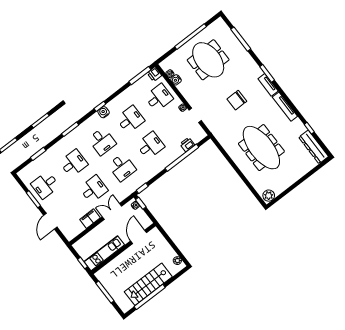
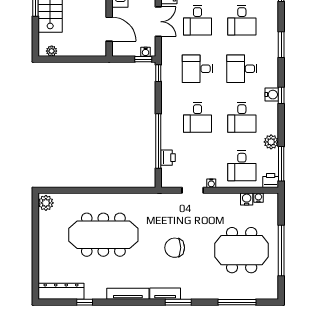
plant: (132, 91) -> (271, 142), added
chair: (237, 100) -> (175, 248), turned -90

